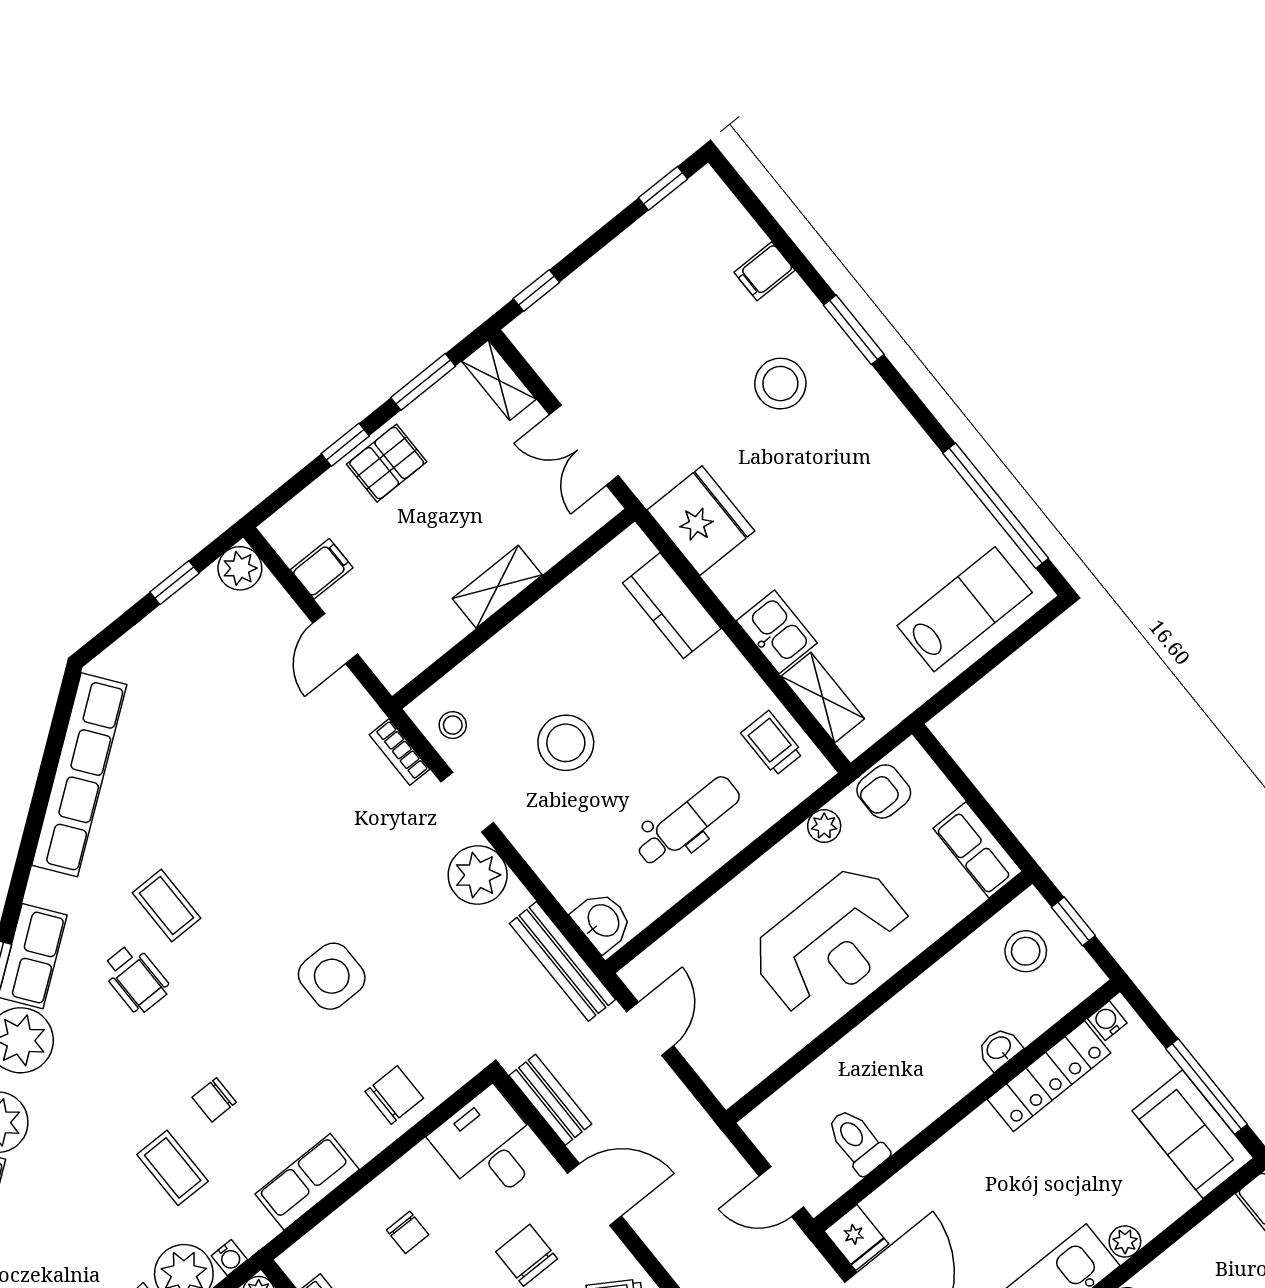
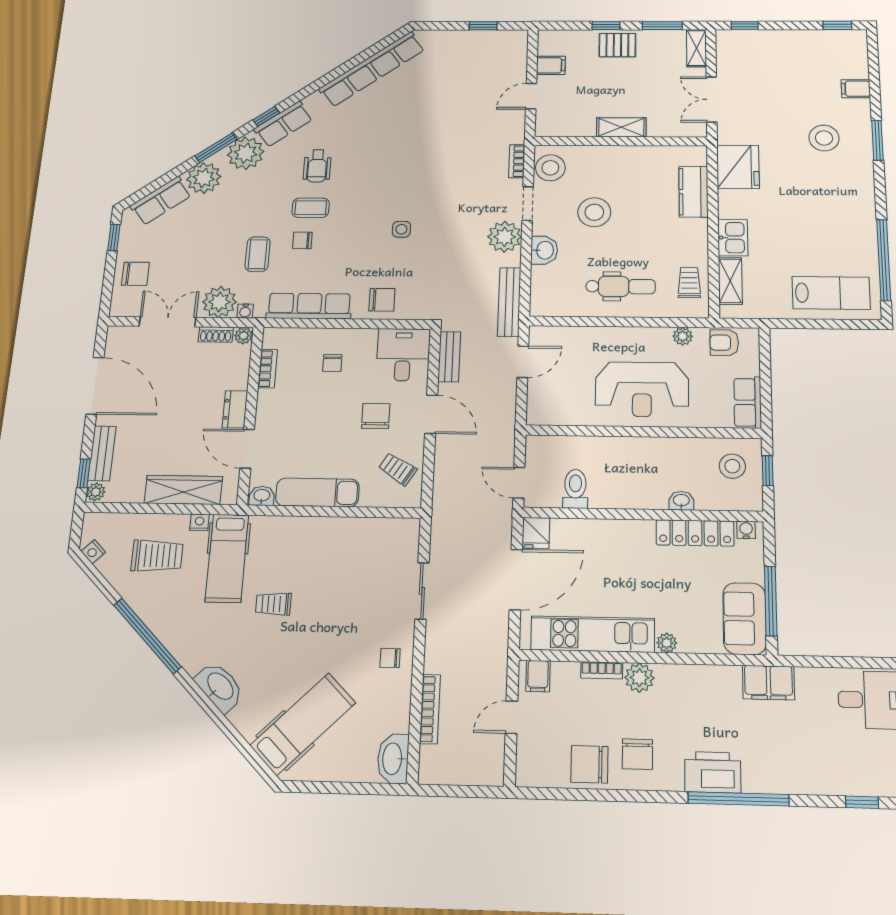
plant: (240, 568) -> (516, 40), removed
stool: (453, 725) -> (550, 168), width x1.89, depth x1.89
coffee table: (166, 905) -> (311, 208), moved, turned 90
washbasin: (602, 921) -> (544, 250), moved
side table: (332, 976) -> (401, 229), width x0.54, depth x0.54
row of seats: (307, 1182) -> (309, 306), width x1.48

